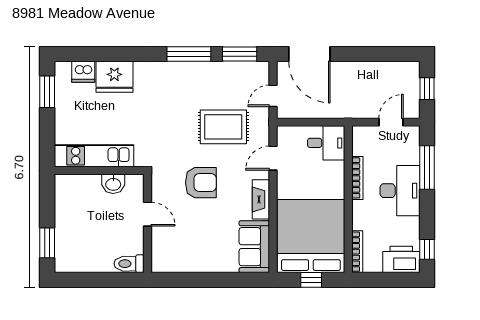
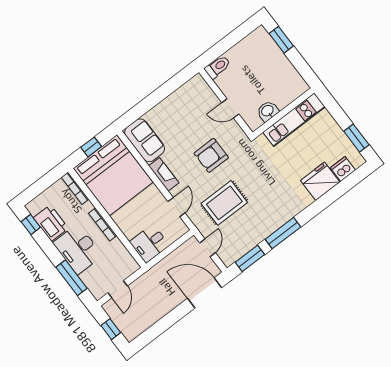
bookcase: (357, 178) -> (103, 224), moved
printer: (401, 259) -> (51, 223), moved, turned -90

